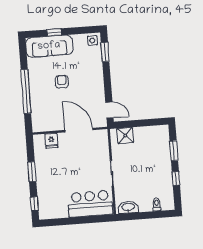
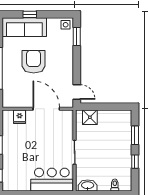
armchair: (62, 82) -> (34, 62), width x1.88, depth x1.88

